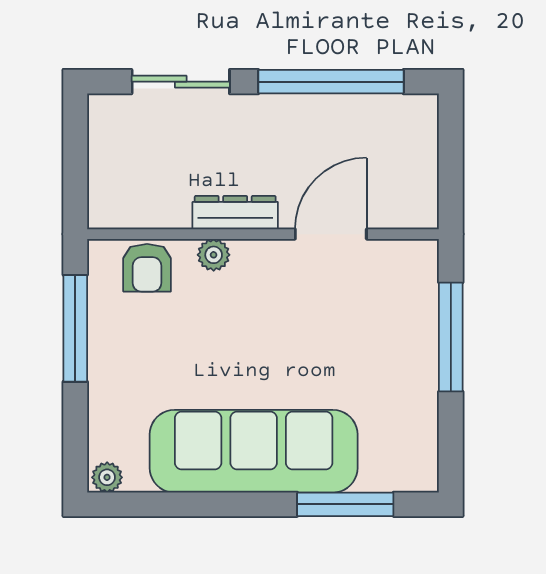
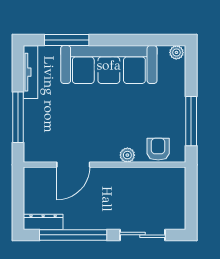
dresser: (235, 213) -> (43, 222), moved, turned 180
tv unit: (423, 435) -> (31, 72), added

